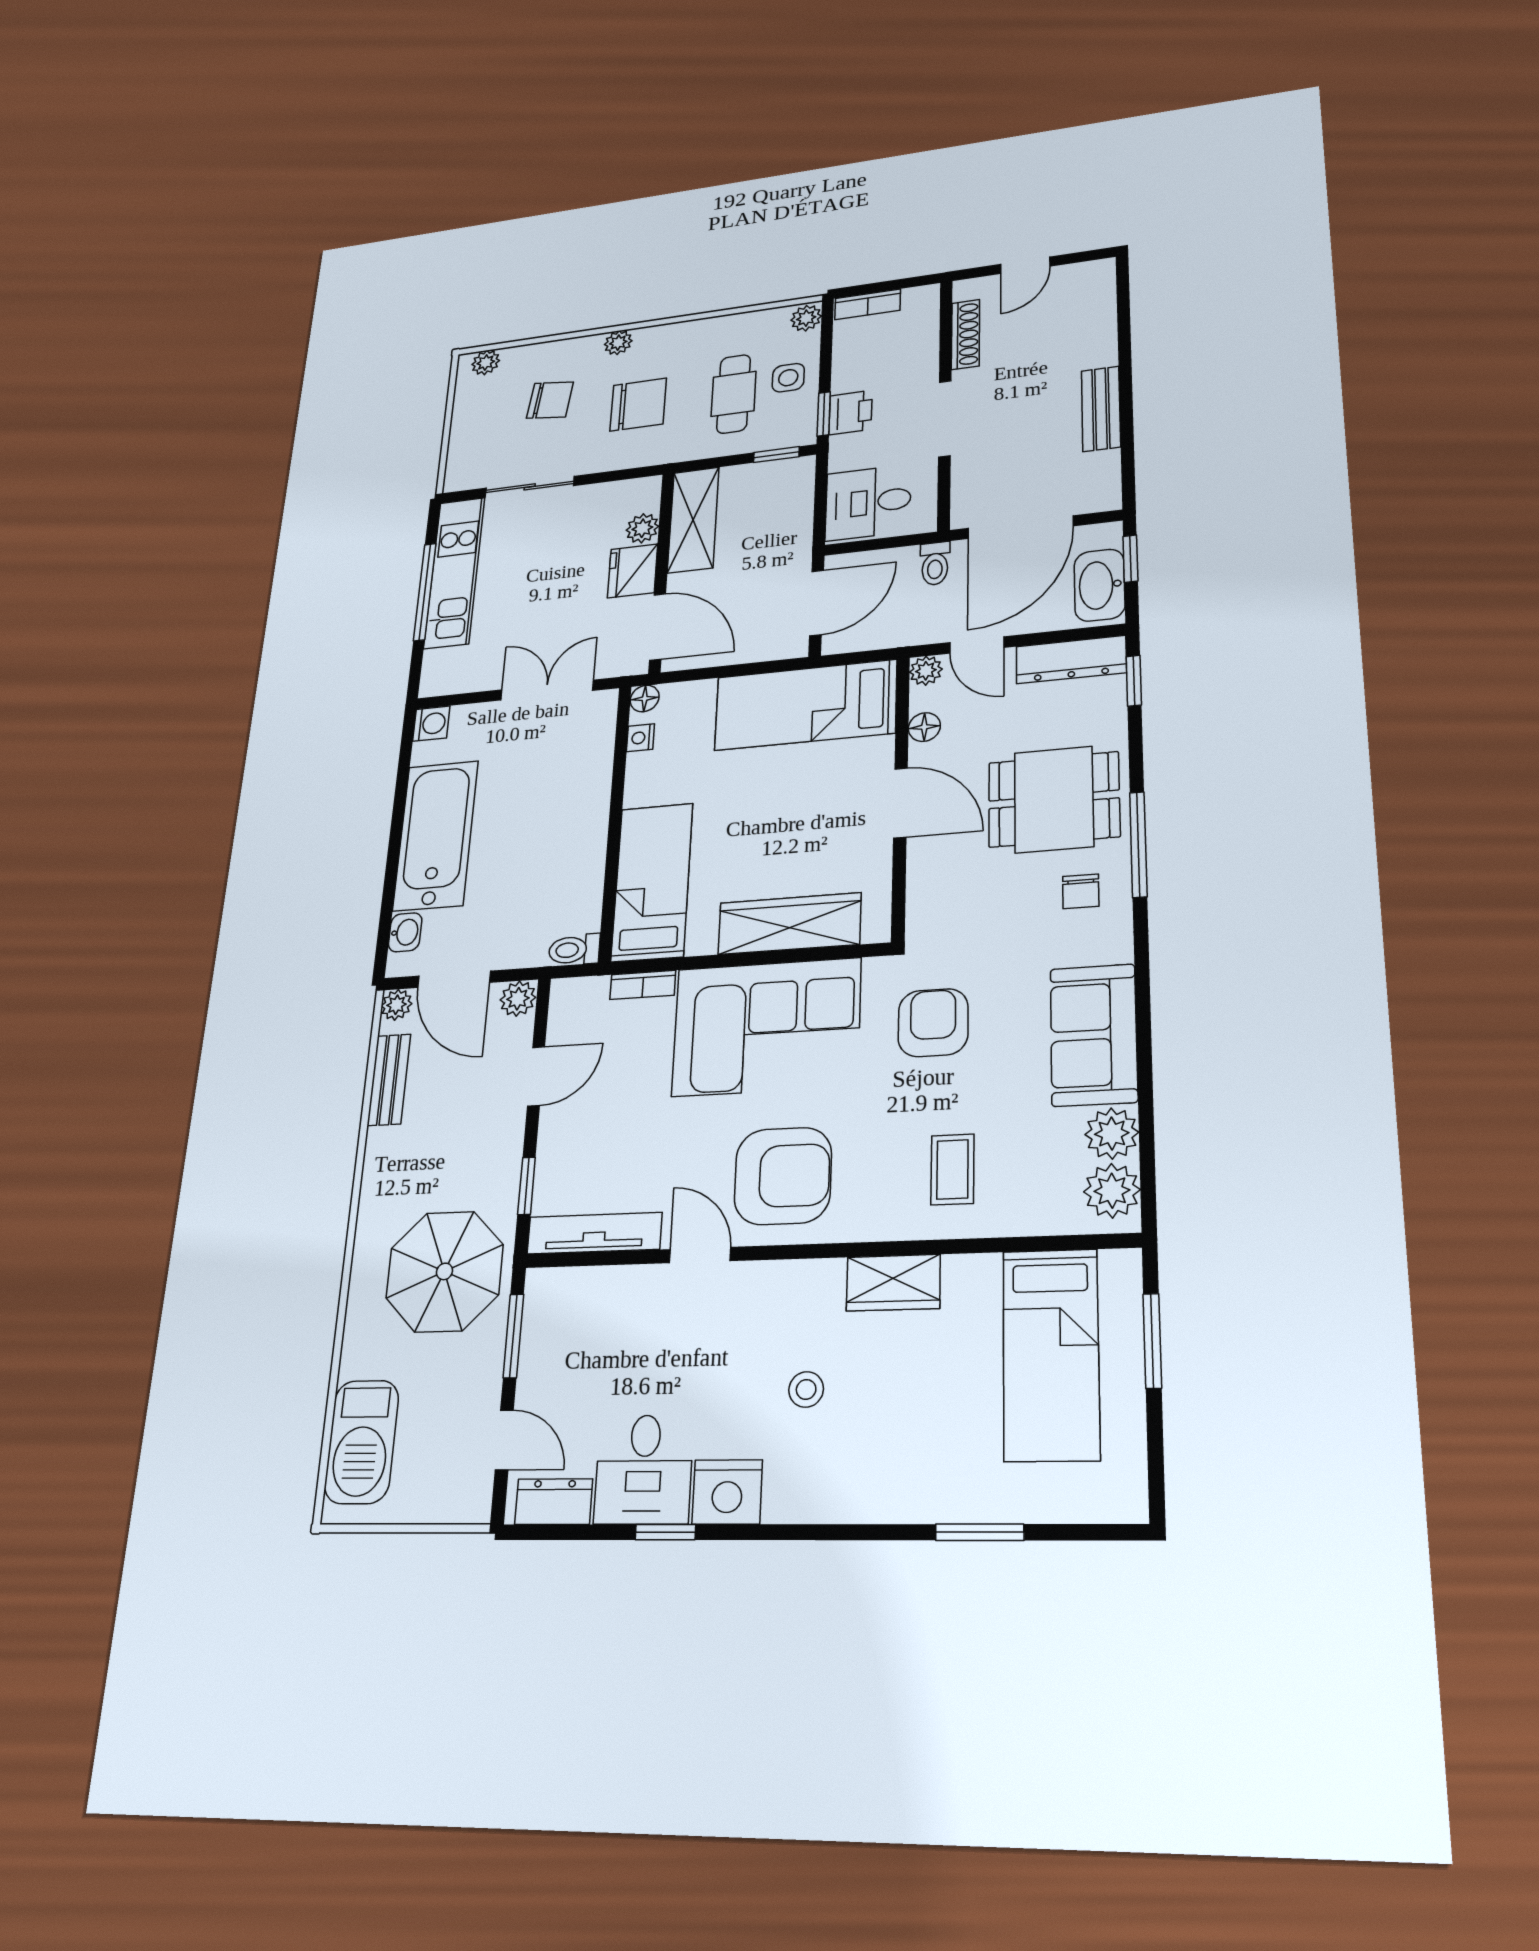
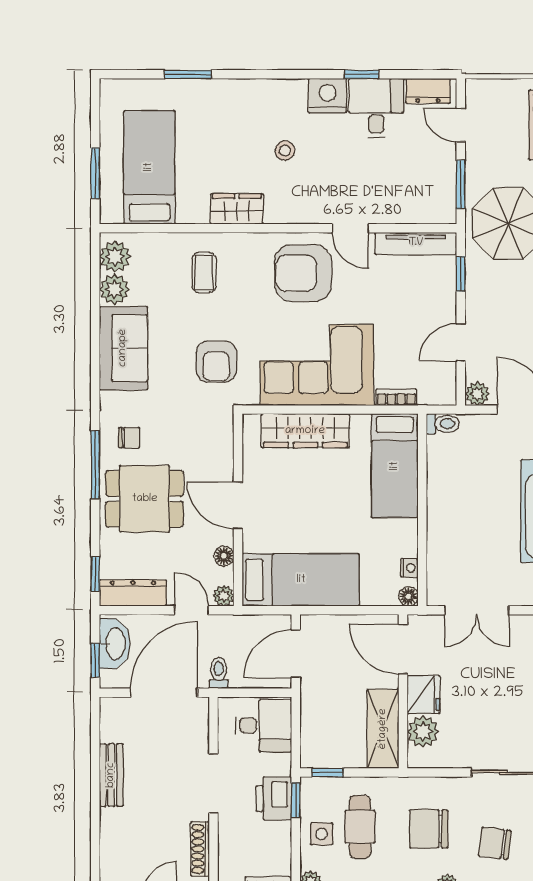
printer: (850, 412) -> (274, 798), width x1.36, depth x1.24
plant: (642, 528) -> (423, 732), width x1.38, depth x1.38
chair: (1081, 891) -> (129, 438), turned 90

